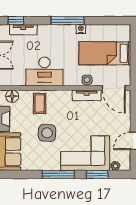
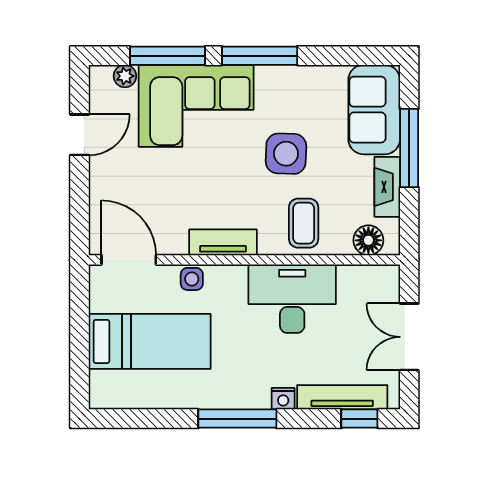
nightstand: (81, 29) -> (283, 399), moved
tv unit: (23, 30) -> (342, 397), width x1.41
tv unit: (87, 95) -> (223, 242), moved
window: (97, 174) -> (167, 56), width x1.44

